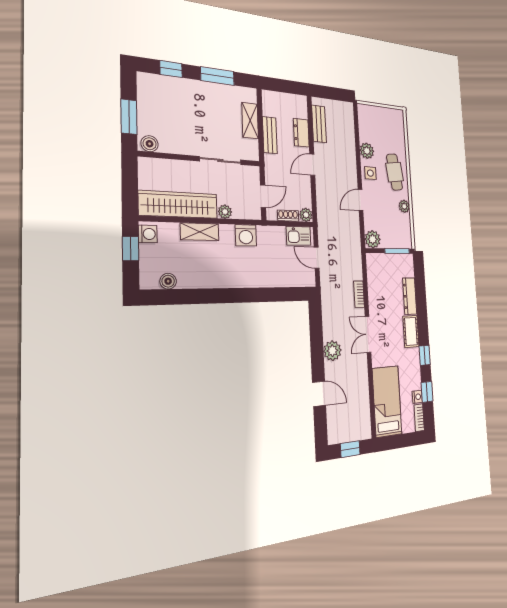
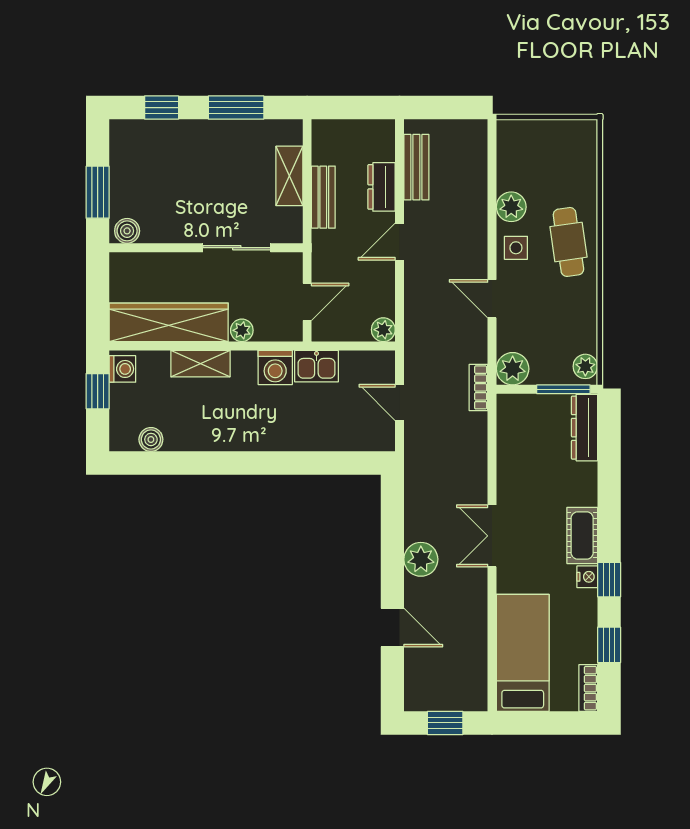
door: (361, 200) -> (492, 299), hinge flipped
plant: (404, 206) -> (585, 366), moved
shoe rack: (288, 216) -> (350, 332), removed
kitchen sink: (298, 236) -> (316, 366), moved
bookcase: (359, 294) -> (478, 387), moved
dresser: (410, 296) -> (585, 428), moved
nightstand: (417, 397) -> (587, 577), moved

